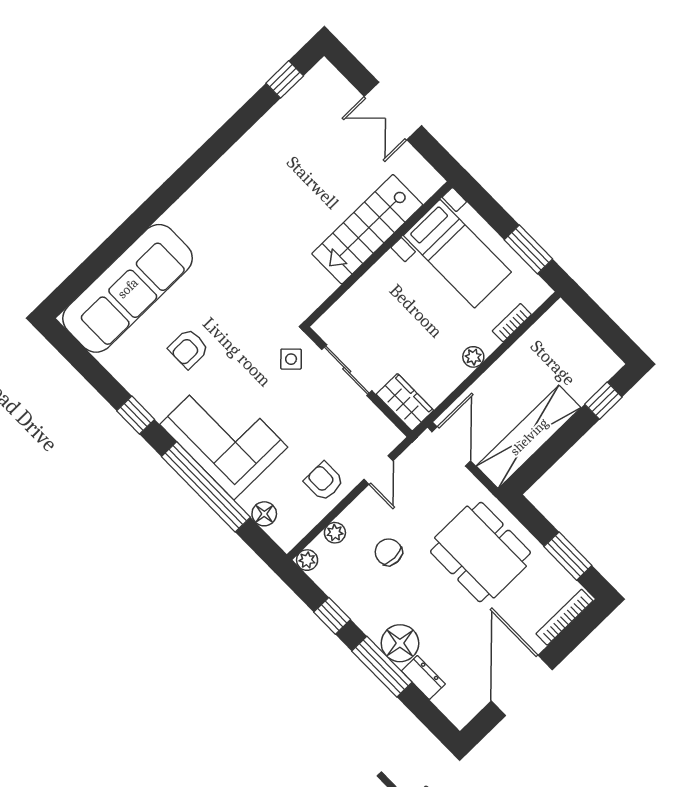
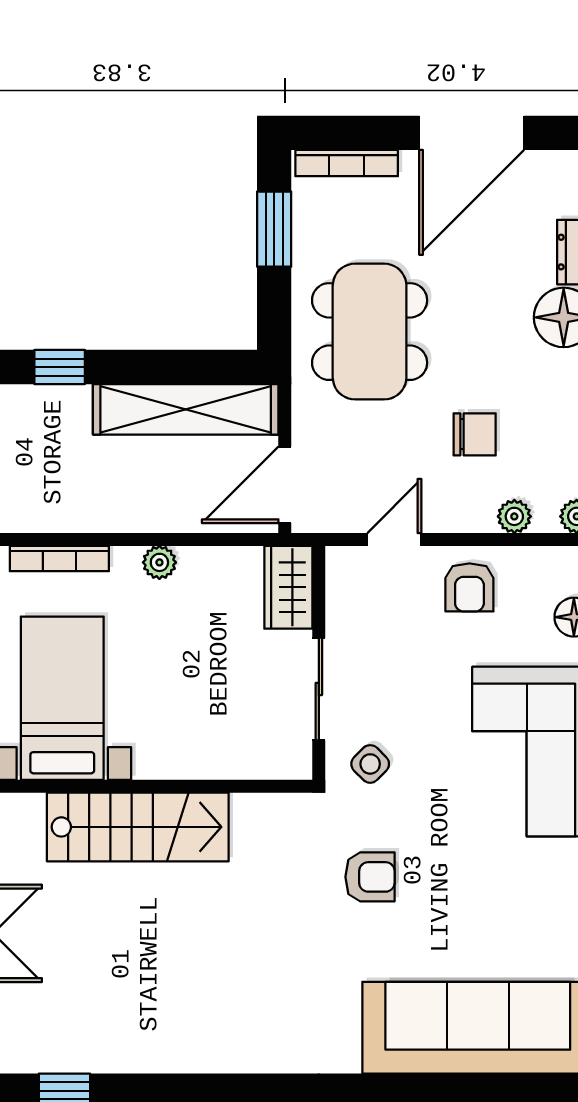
bookcase: (512, 323) -> (59, 558), width x1.56
armchair: (188, 349) -> (370, 877), moved
chair: (389, 552) -> (475, 434), turned -90

